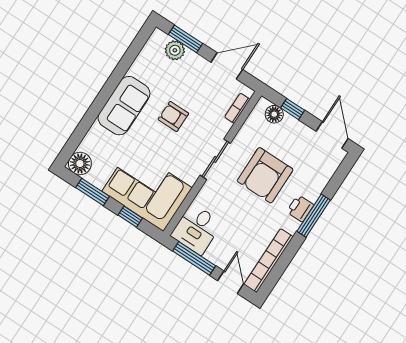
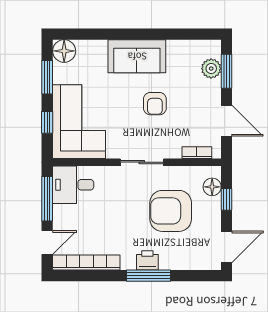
armchair: (173, 116) -> (155, 104), turned 180
armchair: (265, 175) -> (171, 211), moved

